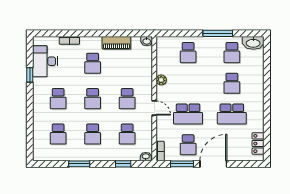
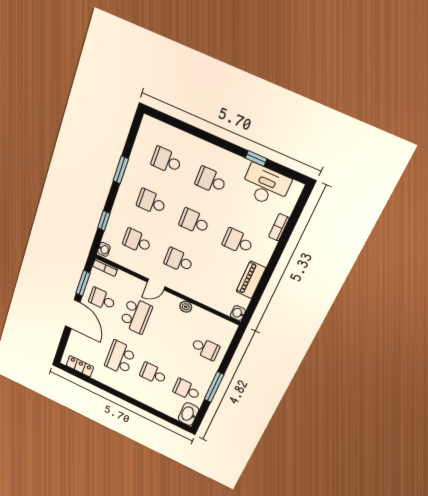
school desk: (188, 53) -> (205, 348), turned 180
school desk: (188, 114) -> (136, 316), turned 180

